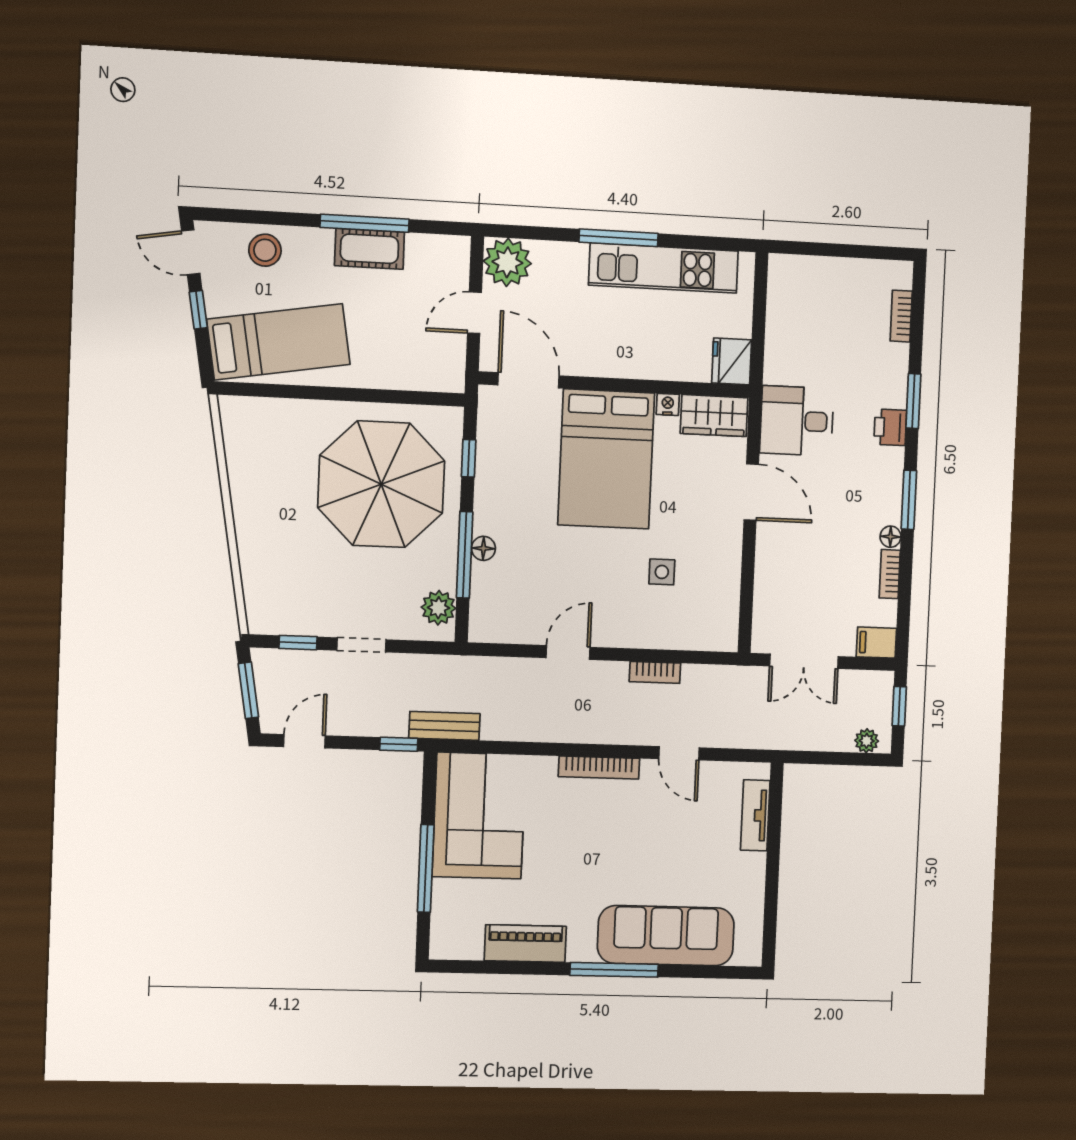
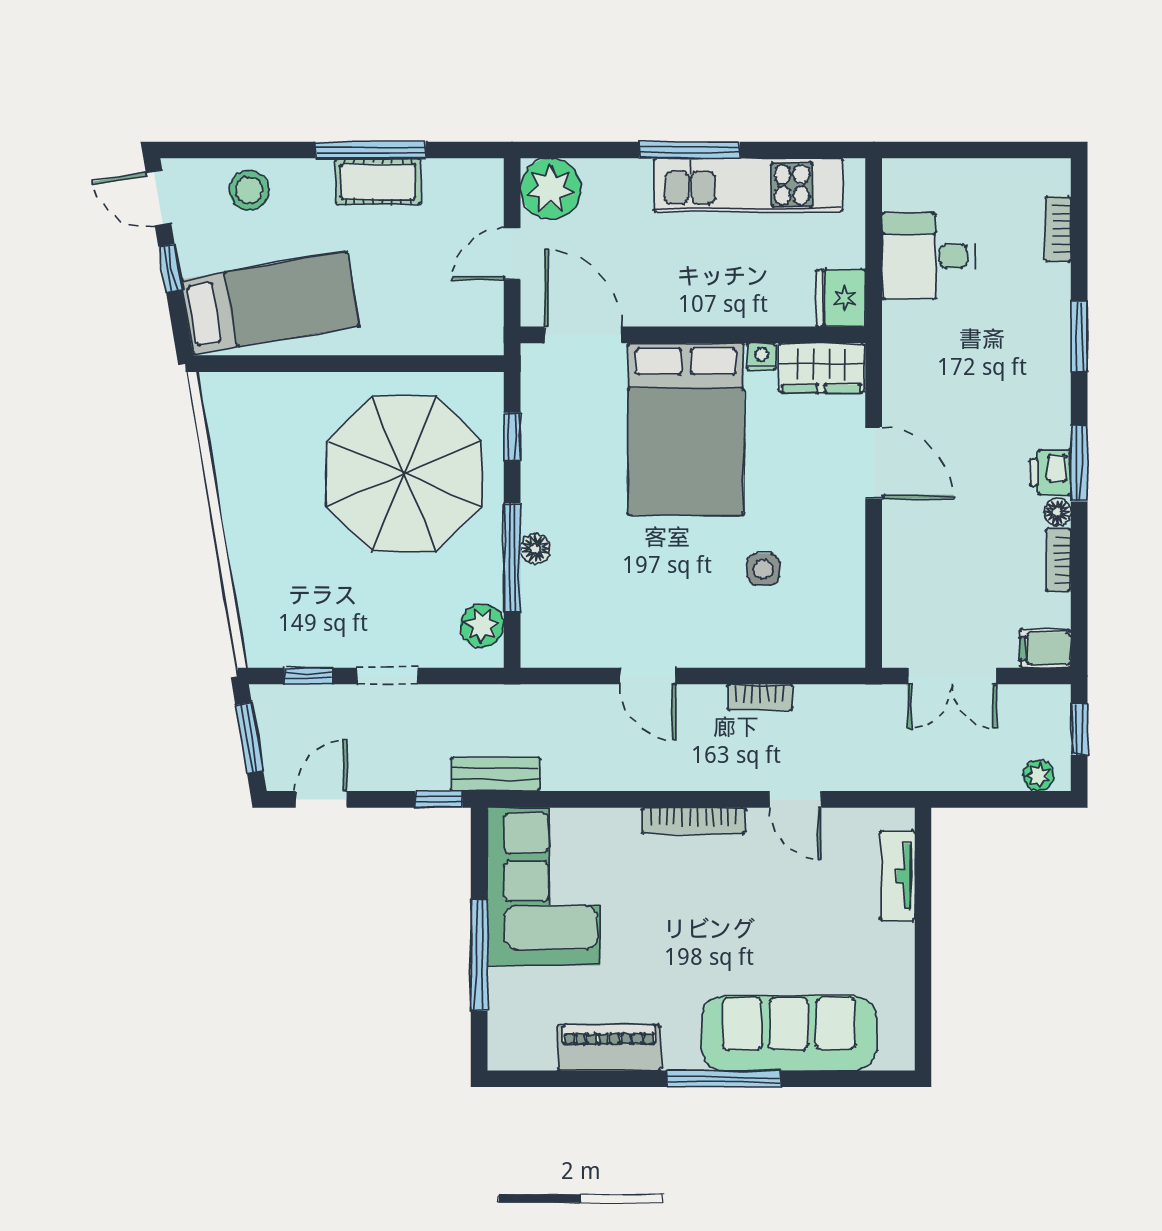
desk: (797, 421) -> (928, 256), moved
printer: (890, 427) -> (1050, 472), moved
door: (568, 653) -> (648, 676), swing flipped

